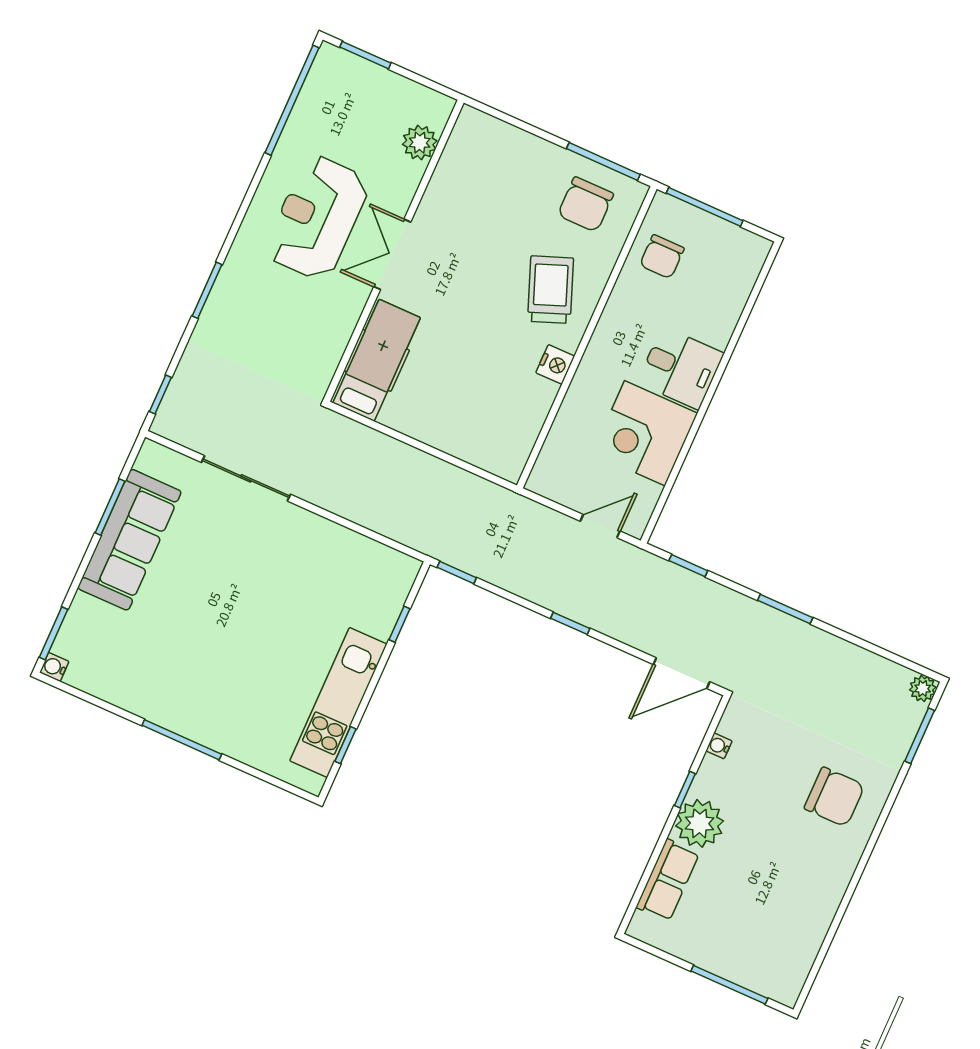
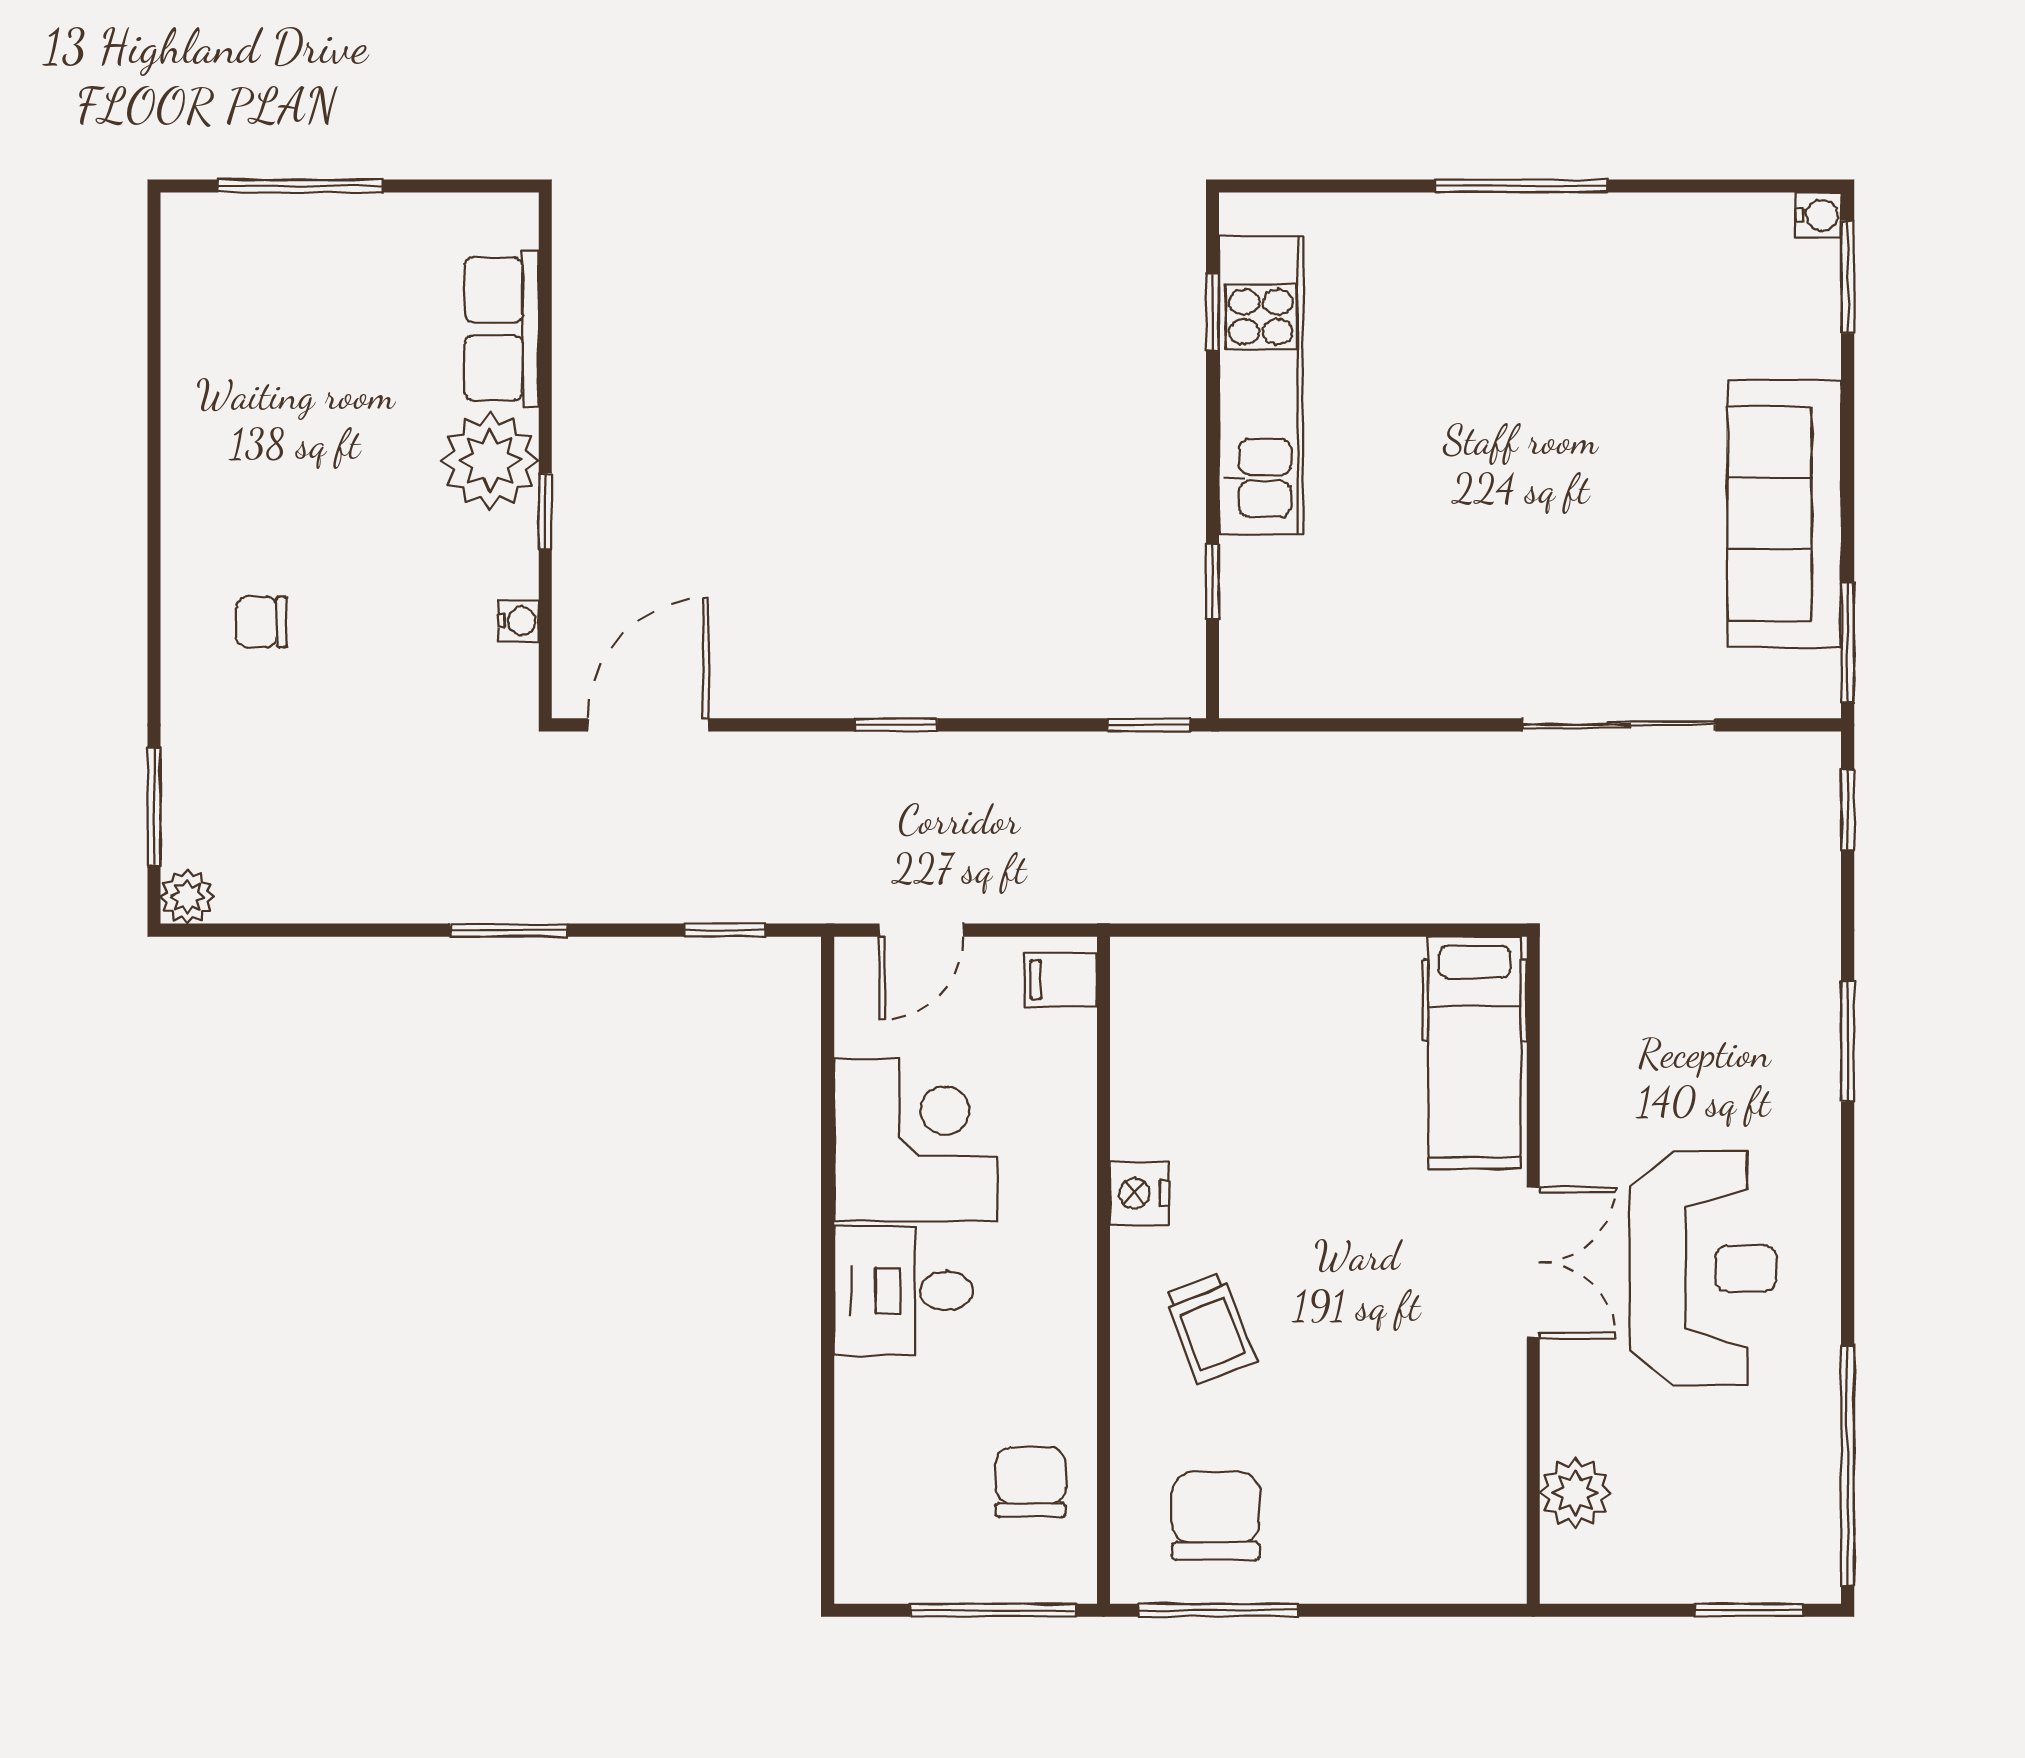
trolley: (550, 290) -> (1210, 1328), width x0.73, depth x0.72
filing cabinet: (547, 476) -> (1061, 980), added
window: (110, 507) -> (1848, 643), moved
chair: (834, 797) -> (261, 622), width x0.54, depth x0.54

